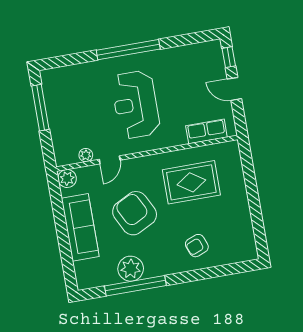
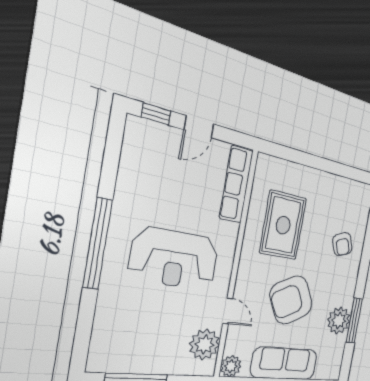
row of seats: (206, 131) -> (236, 184), width x1.48
plant: (86, 155) -> (205, 345), width x1.87, depth x1.87
window: (135, 286) -> (354, 320), width x0.68

